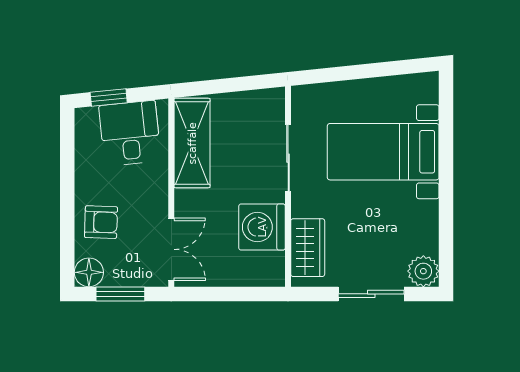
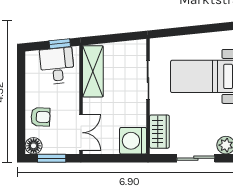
window: (109, 97) -> (60, 44), moved
washing machine: (262, 227) -> (133, 141), moved

